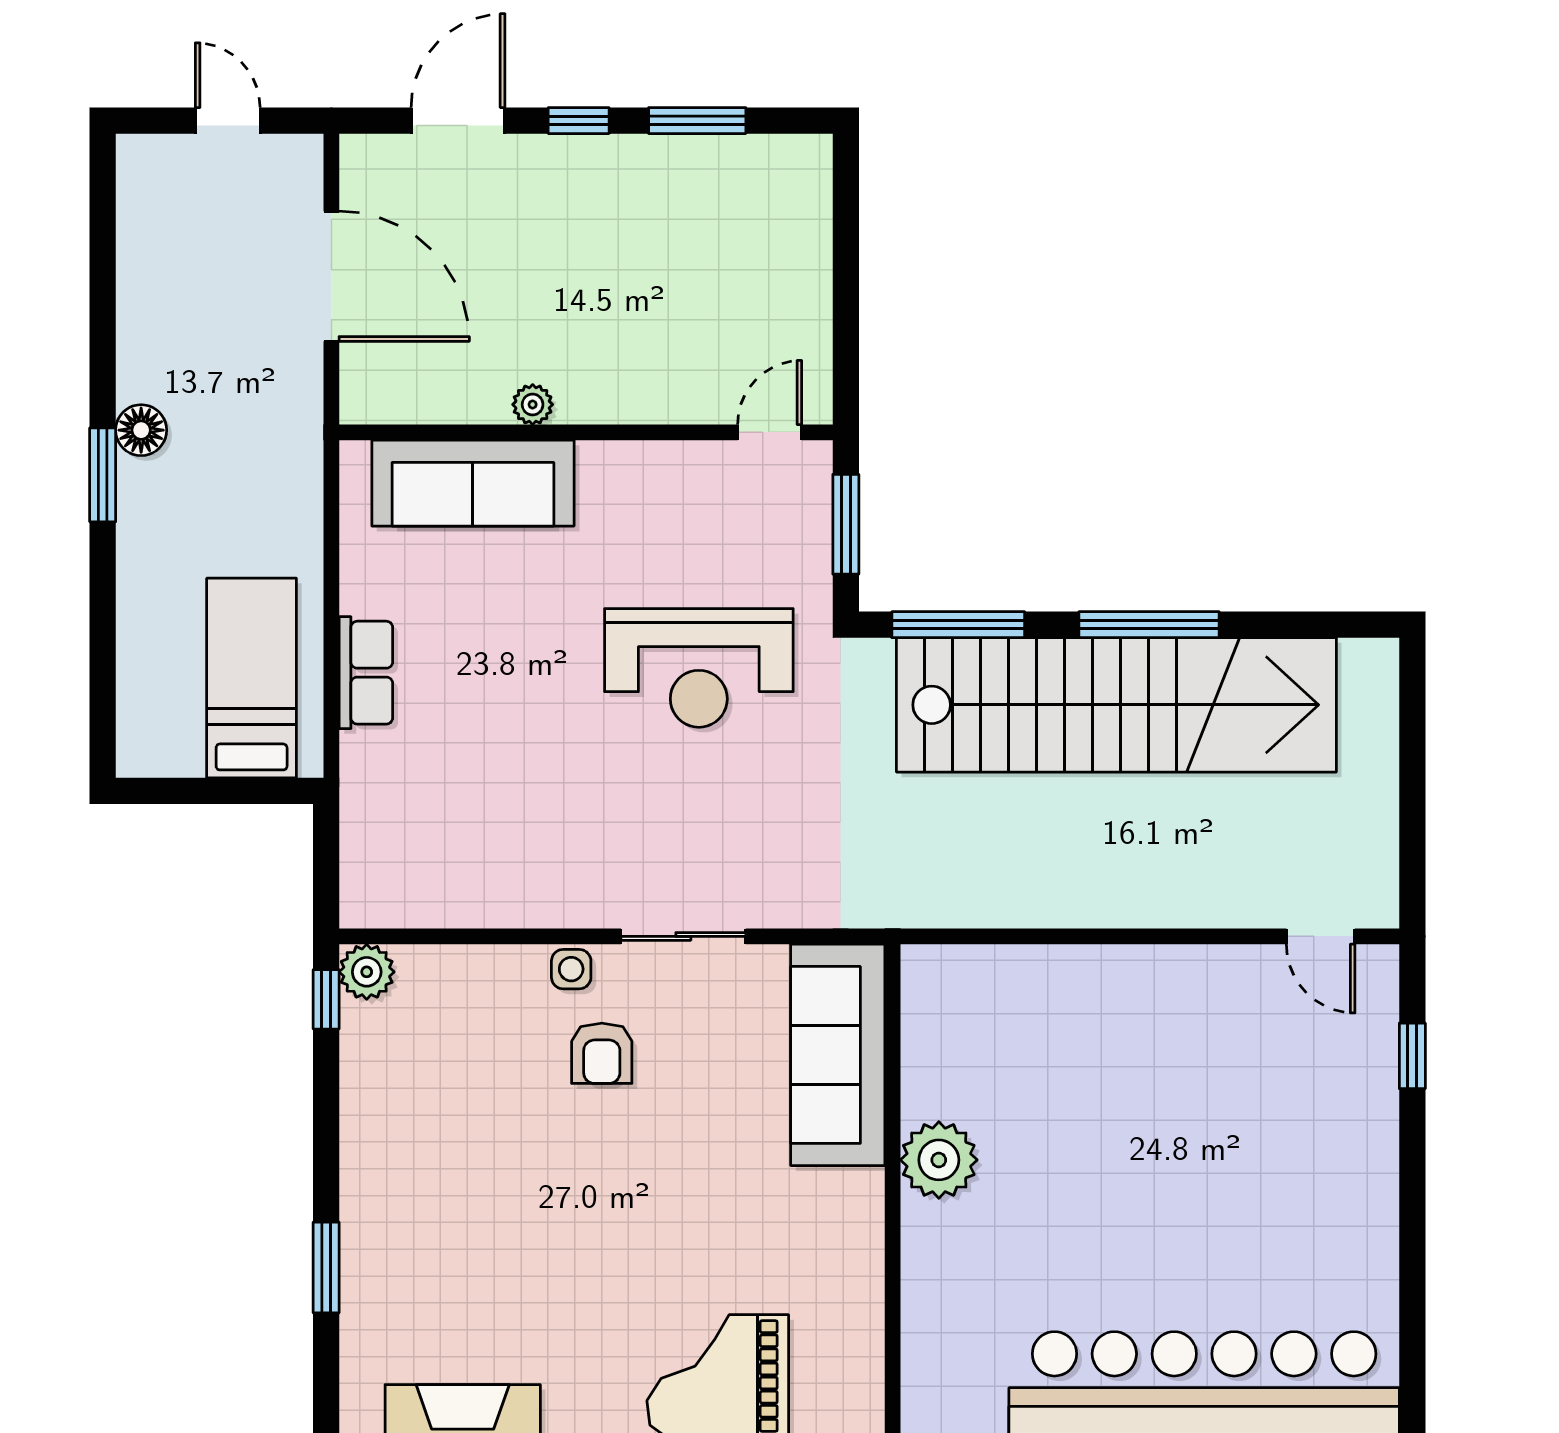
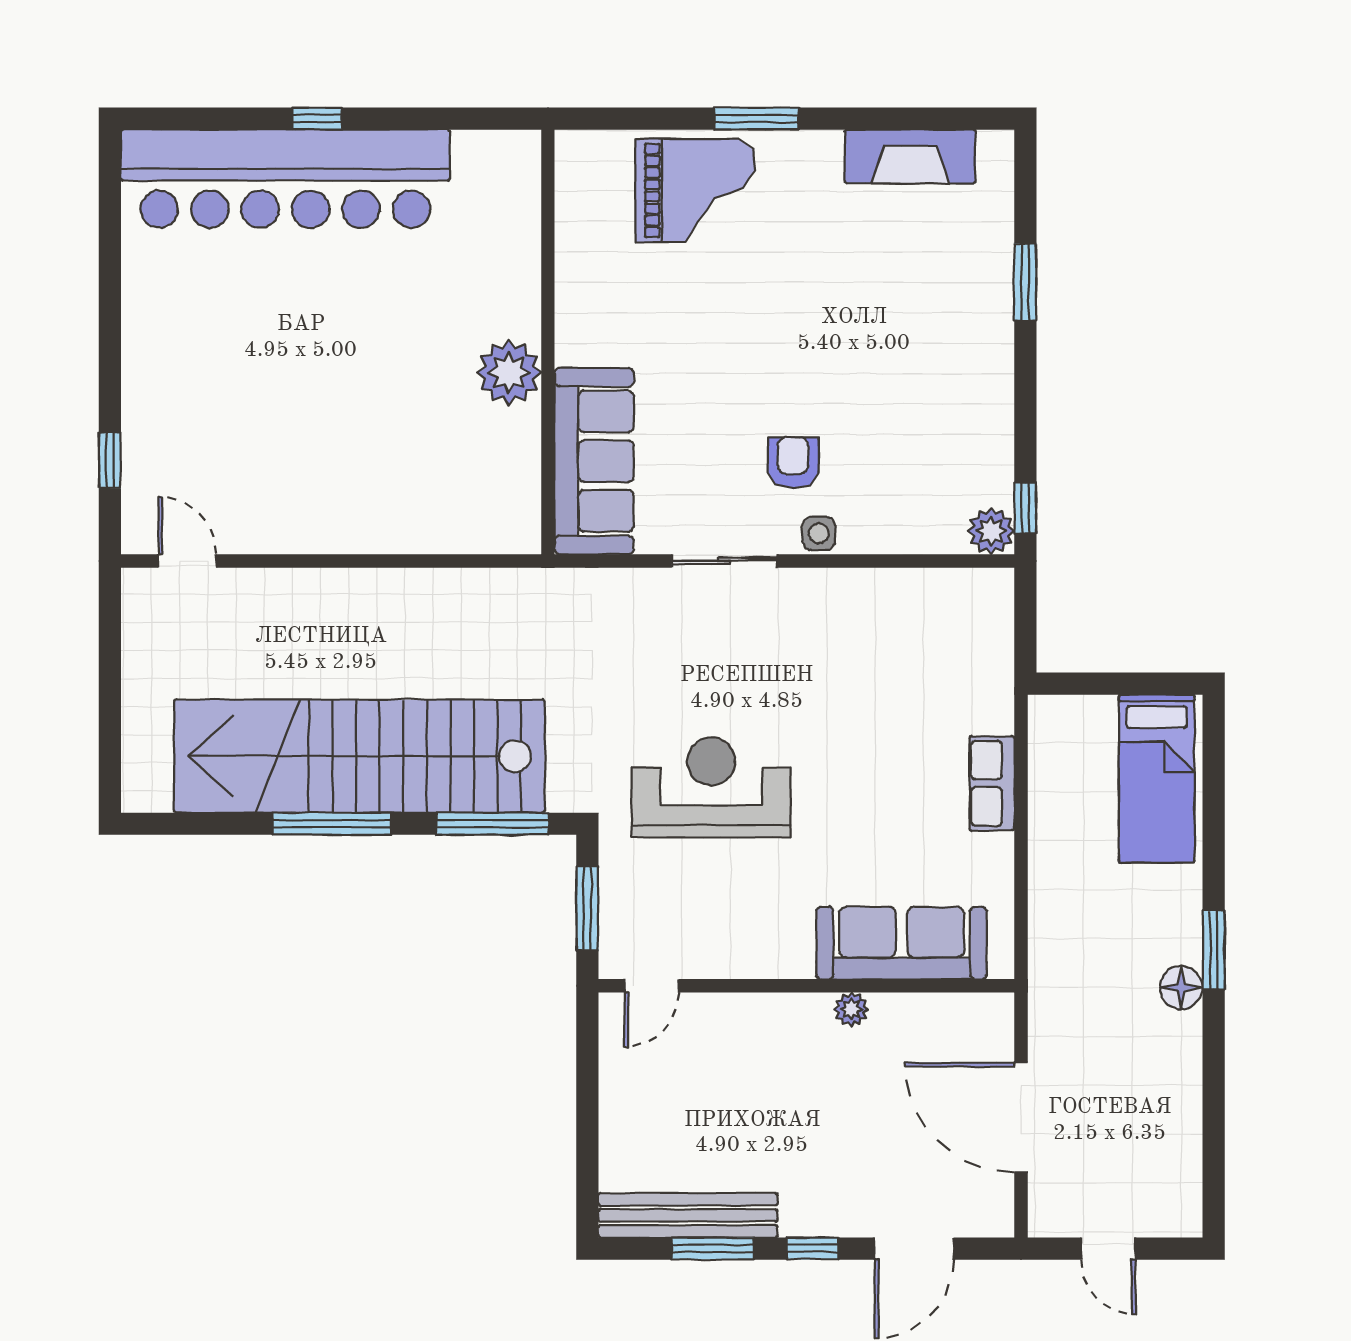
bench: (727, 160) -> (688, 1215), added
bed: (252, 678) -> (1157, 779), moved

